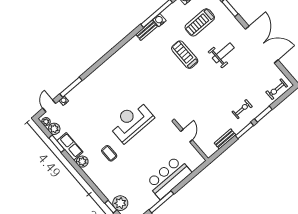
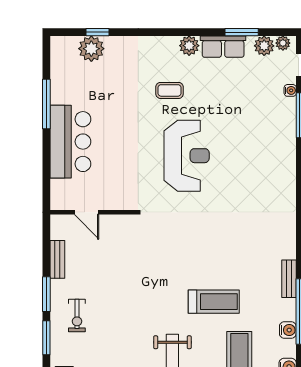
water cooler: (159, 20) -> (288, 330), moved
door: (186, 136) -> (87, 212), moved

